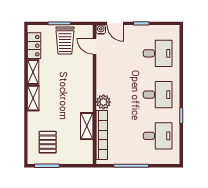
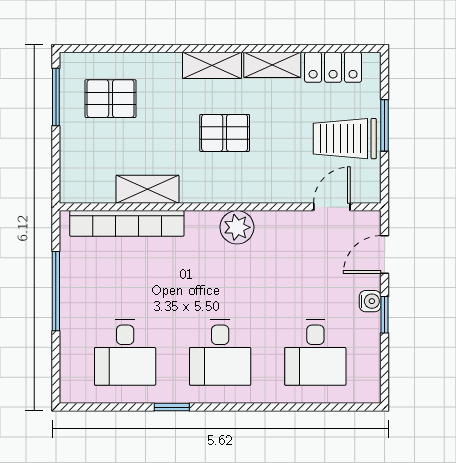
water cooler: (101, 30) -> (370, 301), moved
pallet: (62, 93) -> (225, 133), added
plant: (103, 102) -> (237, 227), moved

